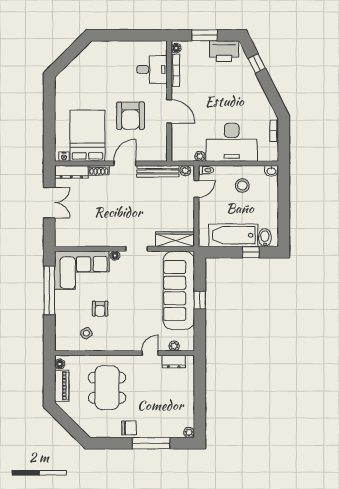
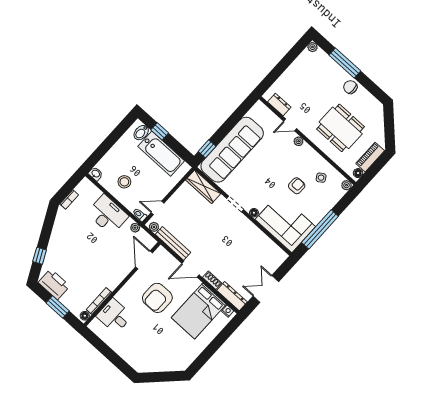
door: (169, 111) -> (144, 260), moved
armchair: (130, 116) -> (157, 298), turned 180
desk: (232, 142) -> (108, 215), width x0.73, depth x0.77
window: (200, 300) -> (207, 149), moved
plant: (60, 346) -> (347, 185), added
plant: (174, 346) -> (299, 141), moved
dining table: (107, 388) -> (341, 128), turned 90

